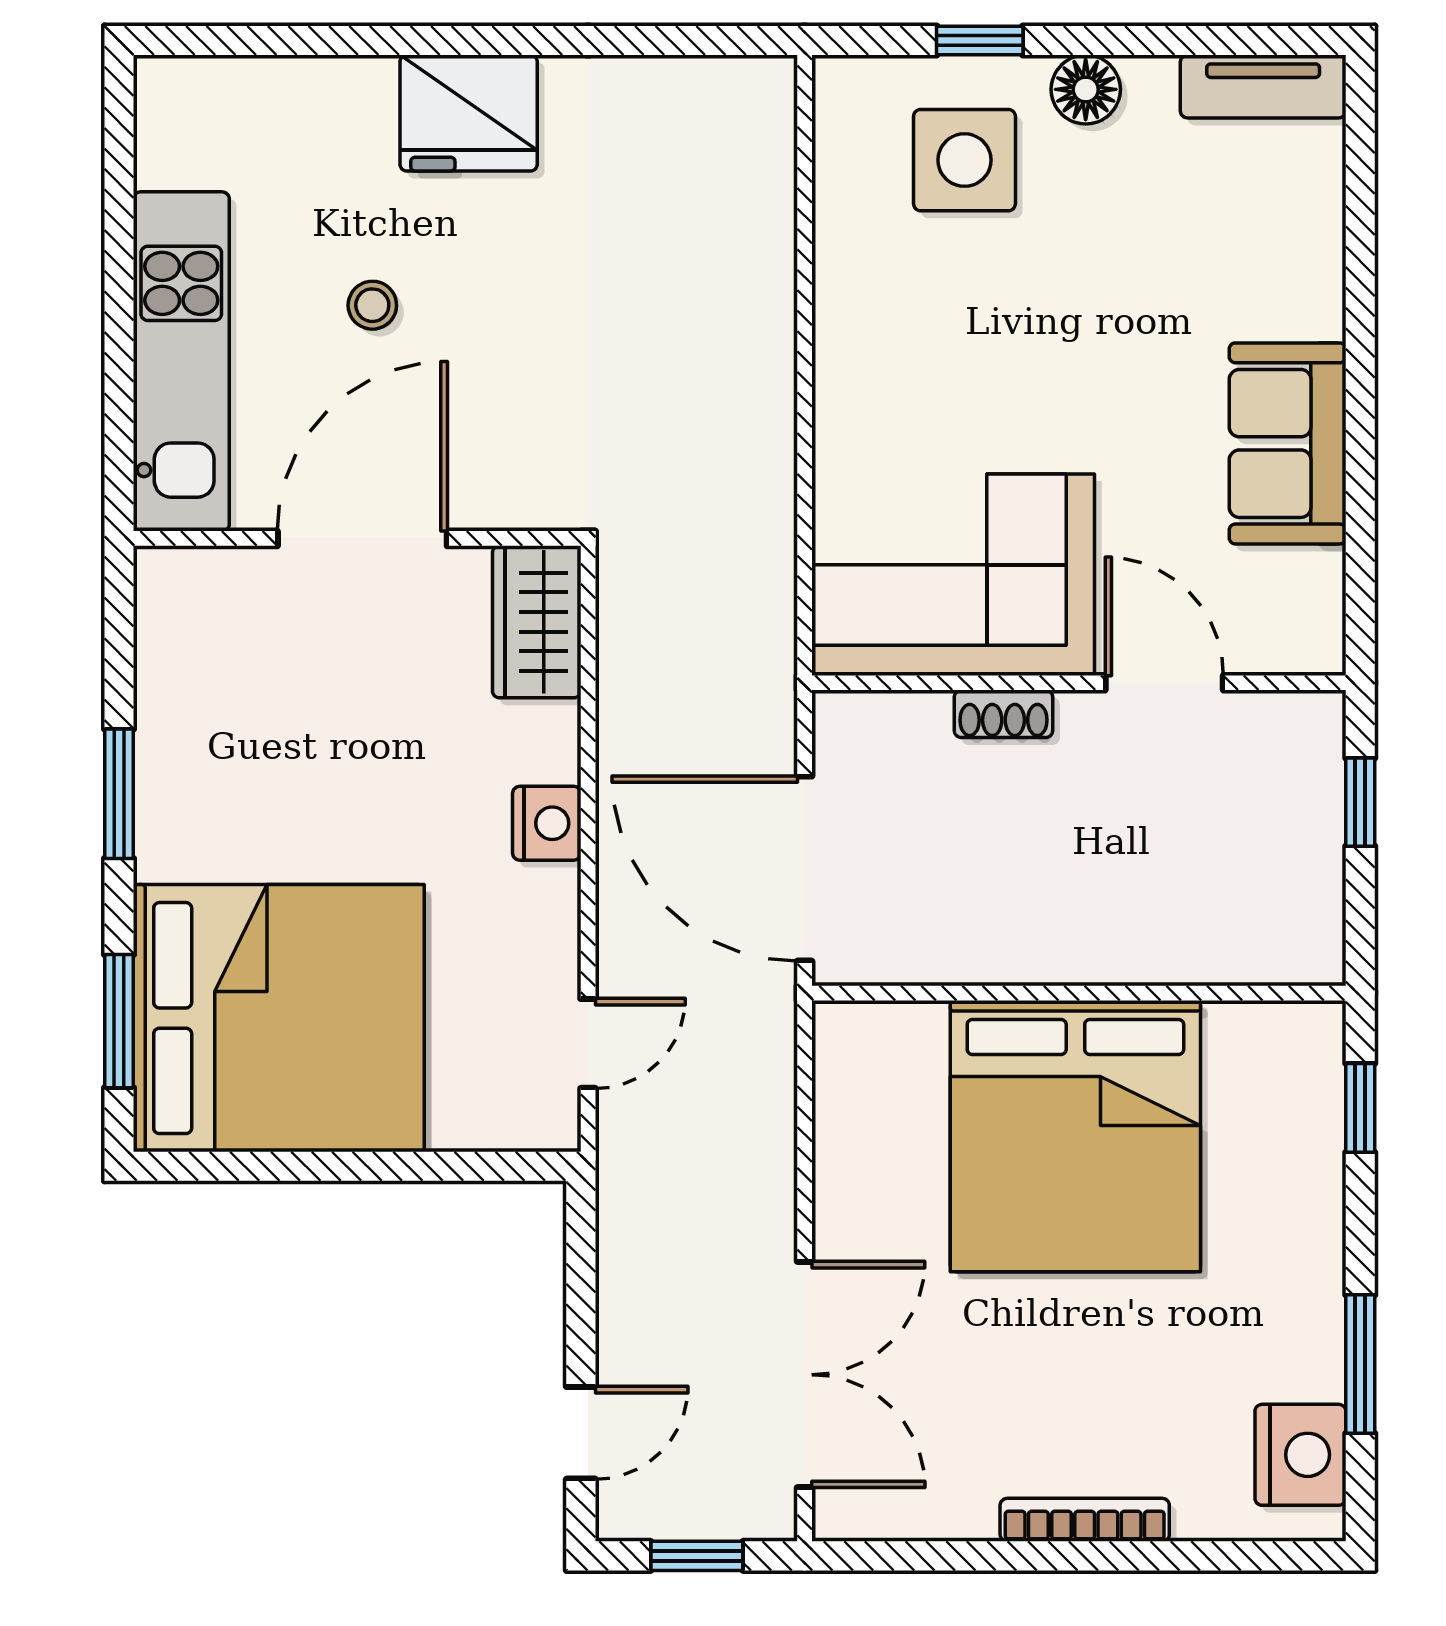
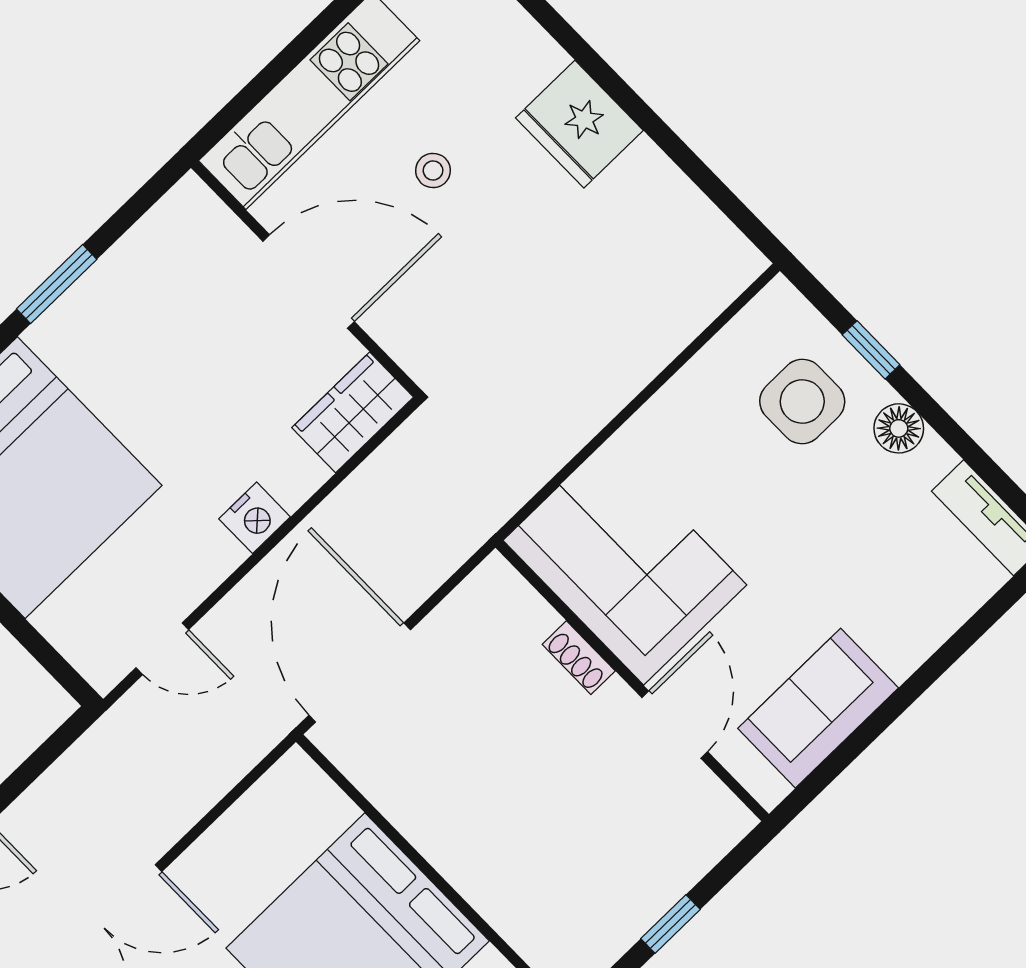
corner sofa: (953, 575) -> (625, 563), moved
wall: (1079, 683) -> (632, 681), moved
door: (1164, 683) -> (675, 725), moved
shoe rack: (1003, 714) -> (579, 658), moved

